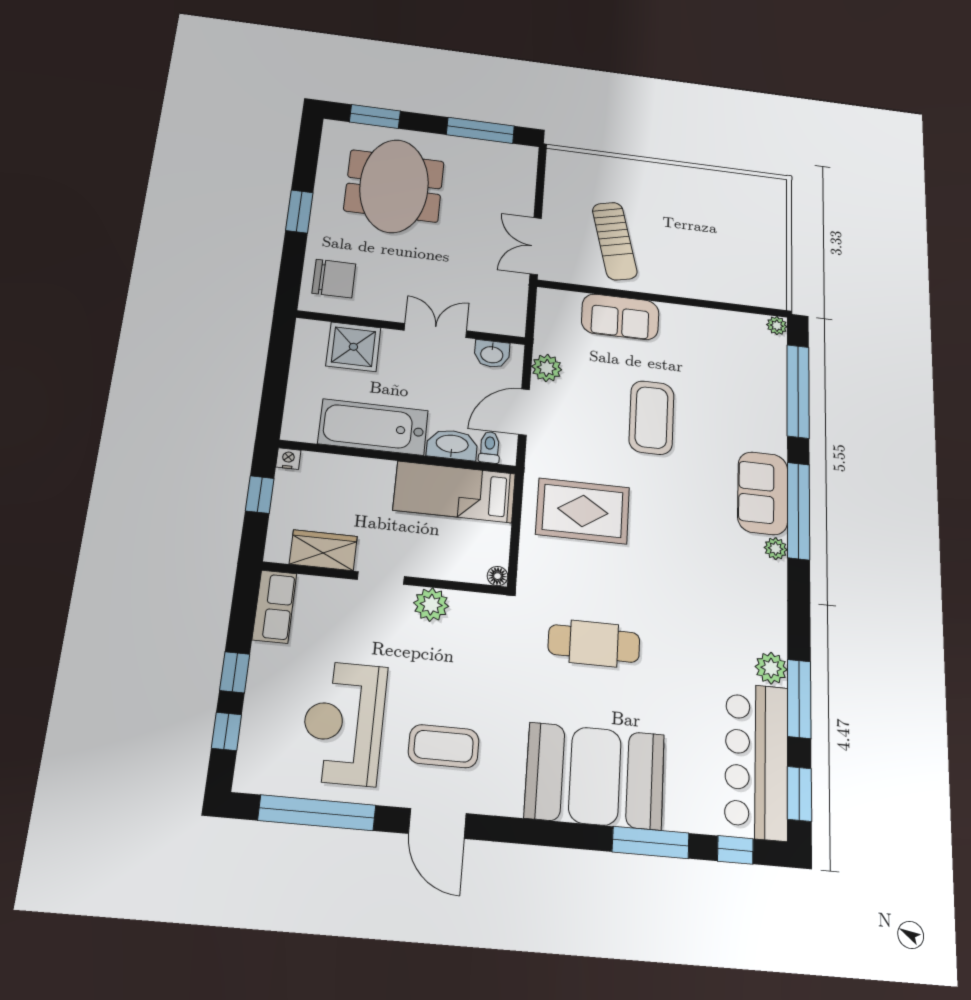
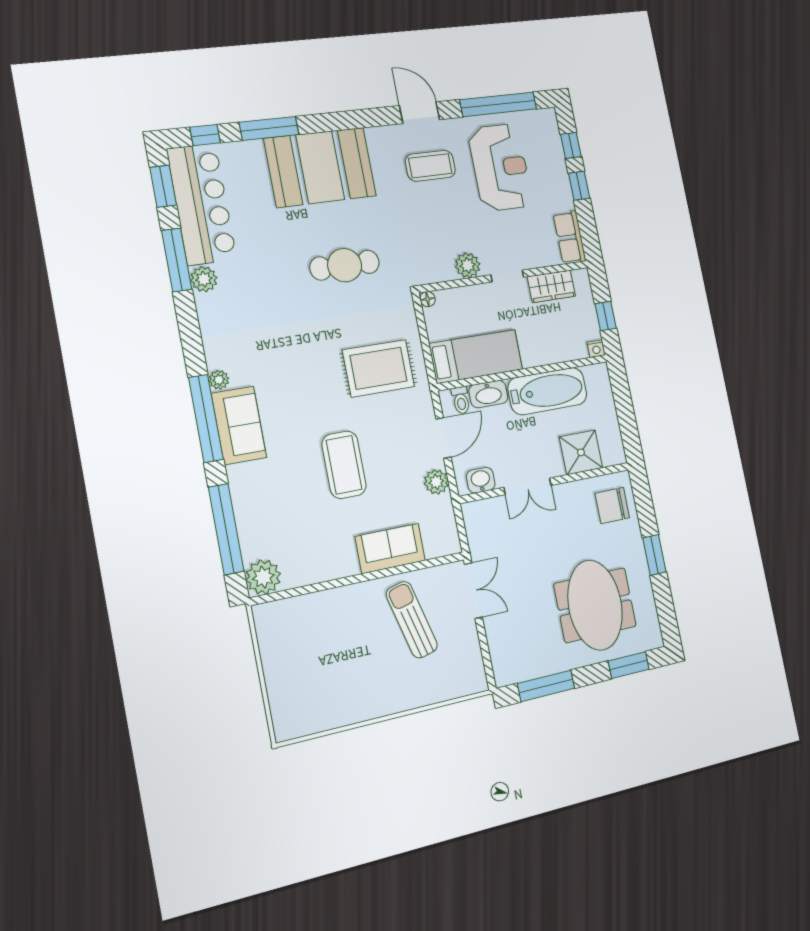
plant: (777, 326) -> (263, 577), width x1.88, depth x1.88

